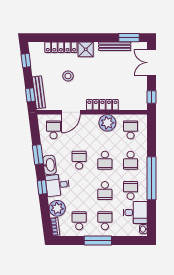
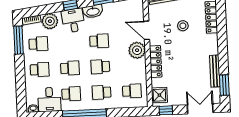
shower: (86, 49) -> (159, 95), moved
plant: (107, 123) -> (137, 50), moved
school desk: (53, 130) -> (128, 14), removed
school desk: (105, 190) -> (70, 68), turned 180
window: (98, 241) -> (18, 40), moved

